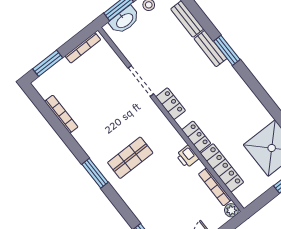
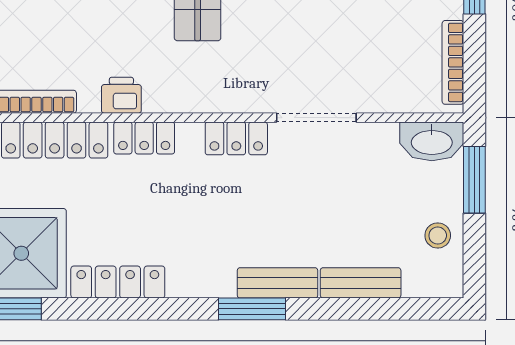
washbasin: (124, 20) -> (432, 141), moved, turned -90
locker: (255, 106) -> (118, 282), added

